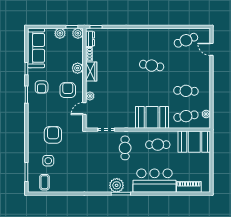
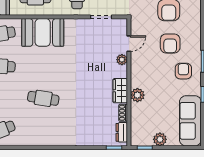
plant: (78, 33) -> (137, 139), removed
armchair: (68, 90) -> (170, 43), moved

